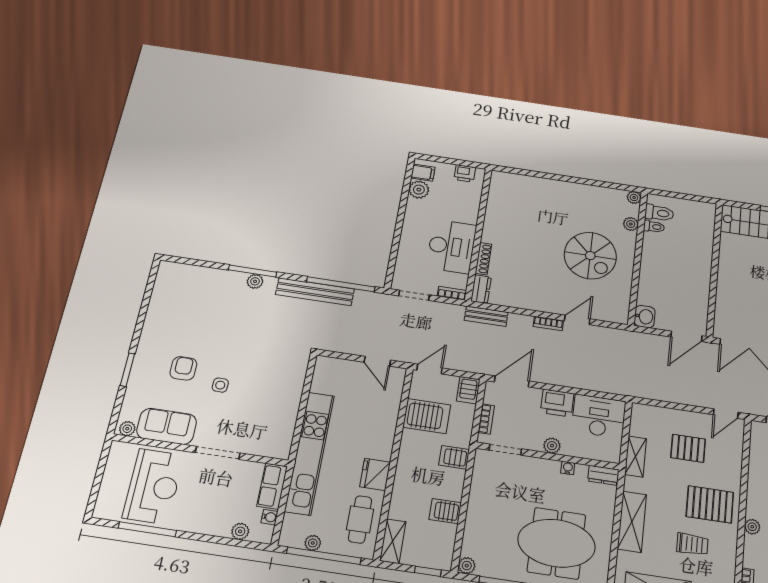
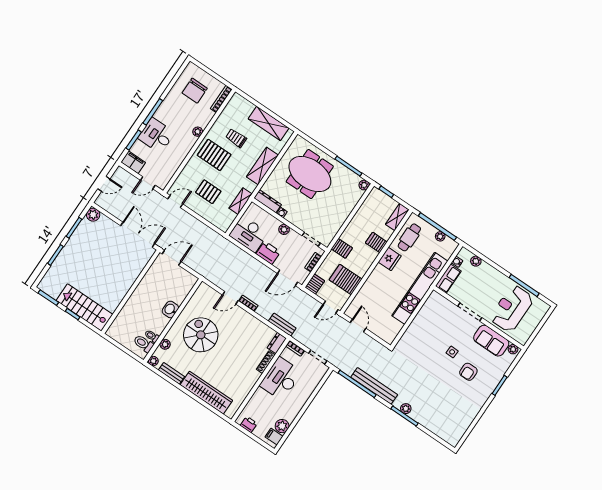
wardrobe: (542, 188) -> (206, 393), added
bench: (602, 193) -> (171, 373), added
washbasin: (645, 317) -> (170, 309), moved
dresser: (603, 475) -> (268, 201), width x1.44
server rack: (445, 511) -> (376, 242), moved, turned 180

